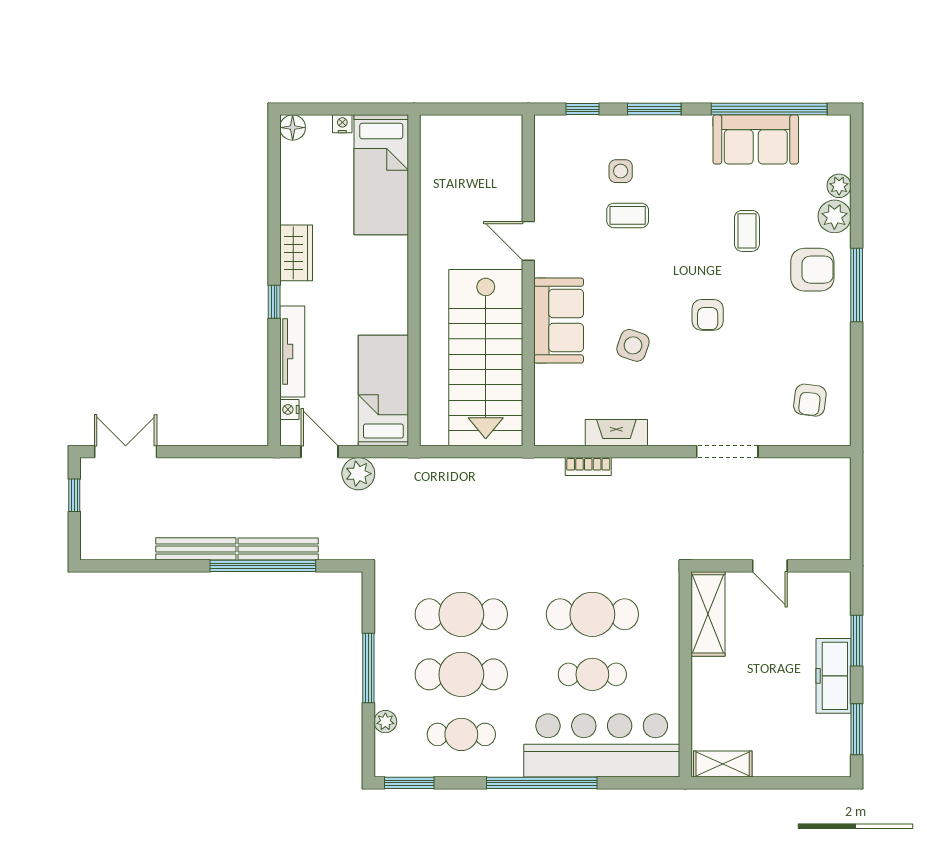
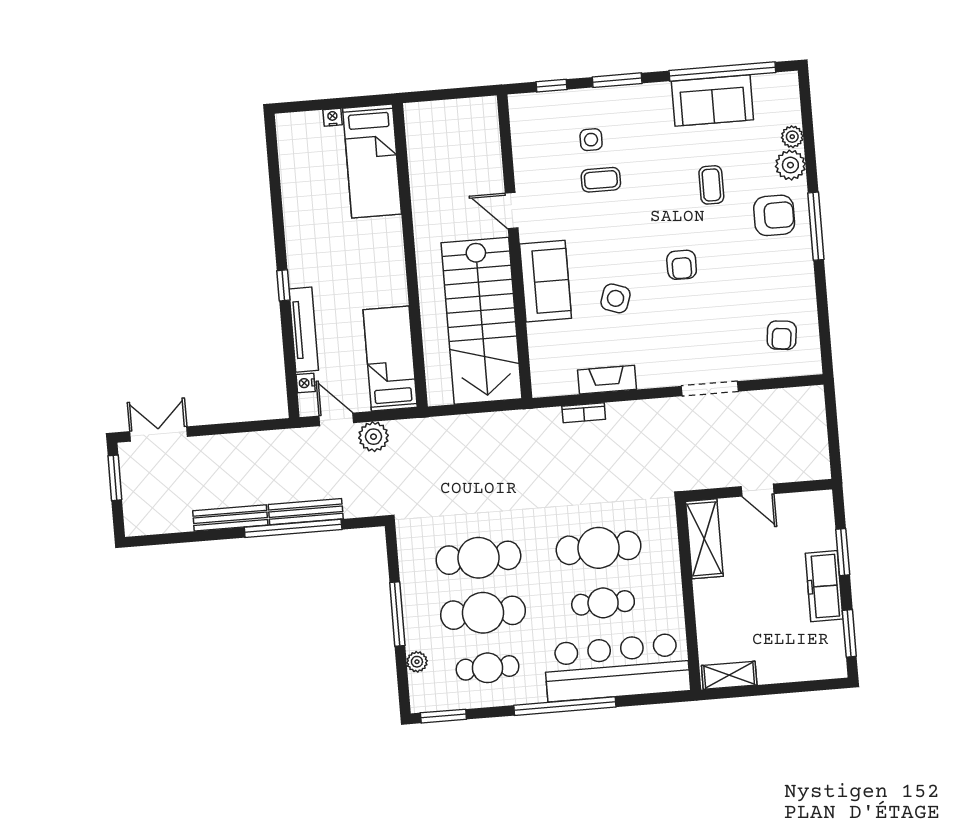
floor lamp: (293, 128) -> (287, 124), removed
wardrobe: (296, 253) -> (300, 239), removed
window: (74, 495) -> (115, 478), width x1.50

